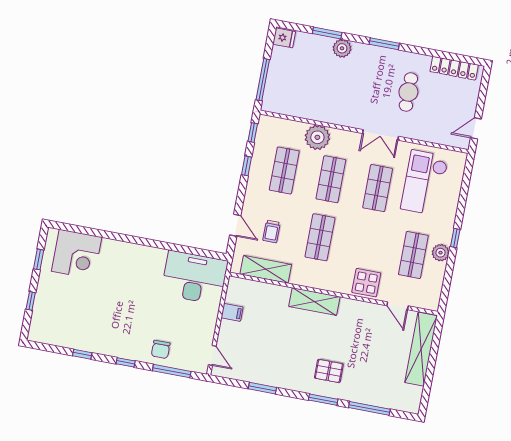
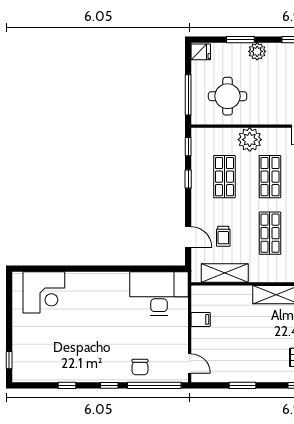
round table: (303, 89) -> (228, 96), added
window: (39, 259) -> (9, 304), removed
window: (31, 301) -> (9, 360), moved
window: (172, 371) -> (154, 385), width x1.46

